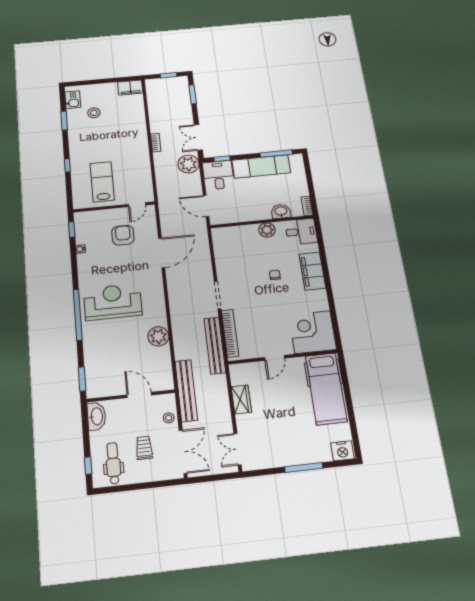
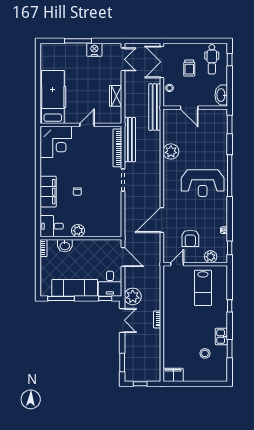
kitchen sink: (73, 100) -> (221, 337), moved
plant: (95, 217) -> (211, 257), added
nightstand: (342, 451) -> (94, 50), moved

